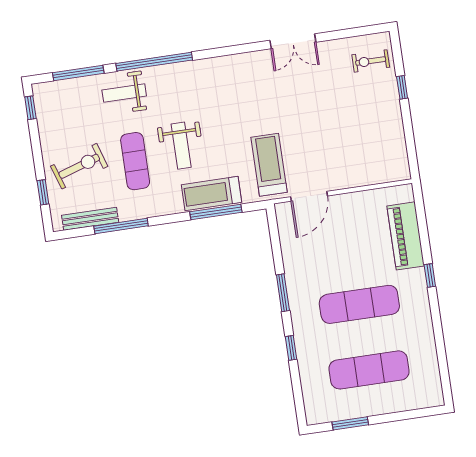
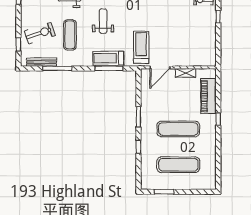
weight bench: (181, 146) -> (103, 21), moved, turned 180
shelving: (357, 200) -> (185, 73), added

